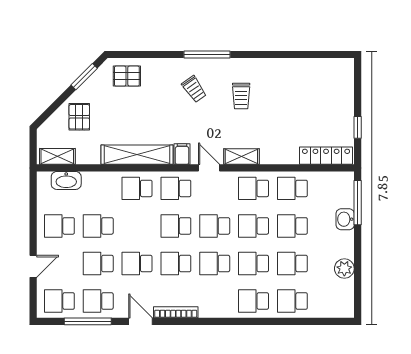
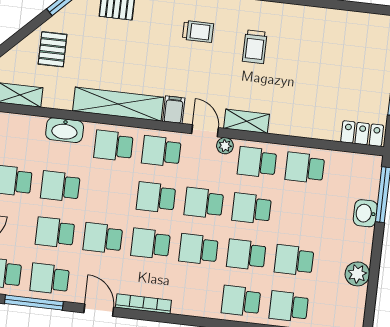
trolley: (194, 89) -> (198, 31), turned -55
locker: (326, 156) -> (362, 134), width x0.66
plant: (226, 178) -> (225, 146), added
washbasin: (66, 180) -> (65, 130), moved
school desk: (292, 226) -> (299, 214), removed

